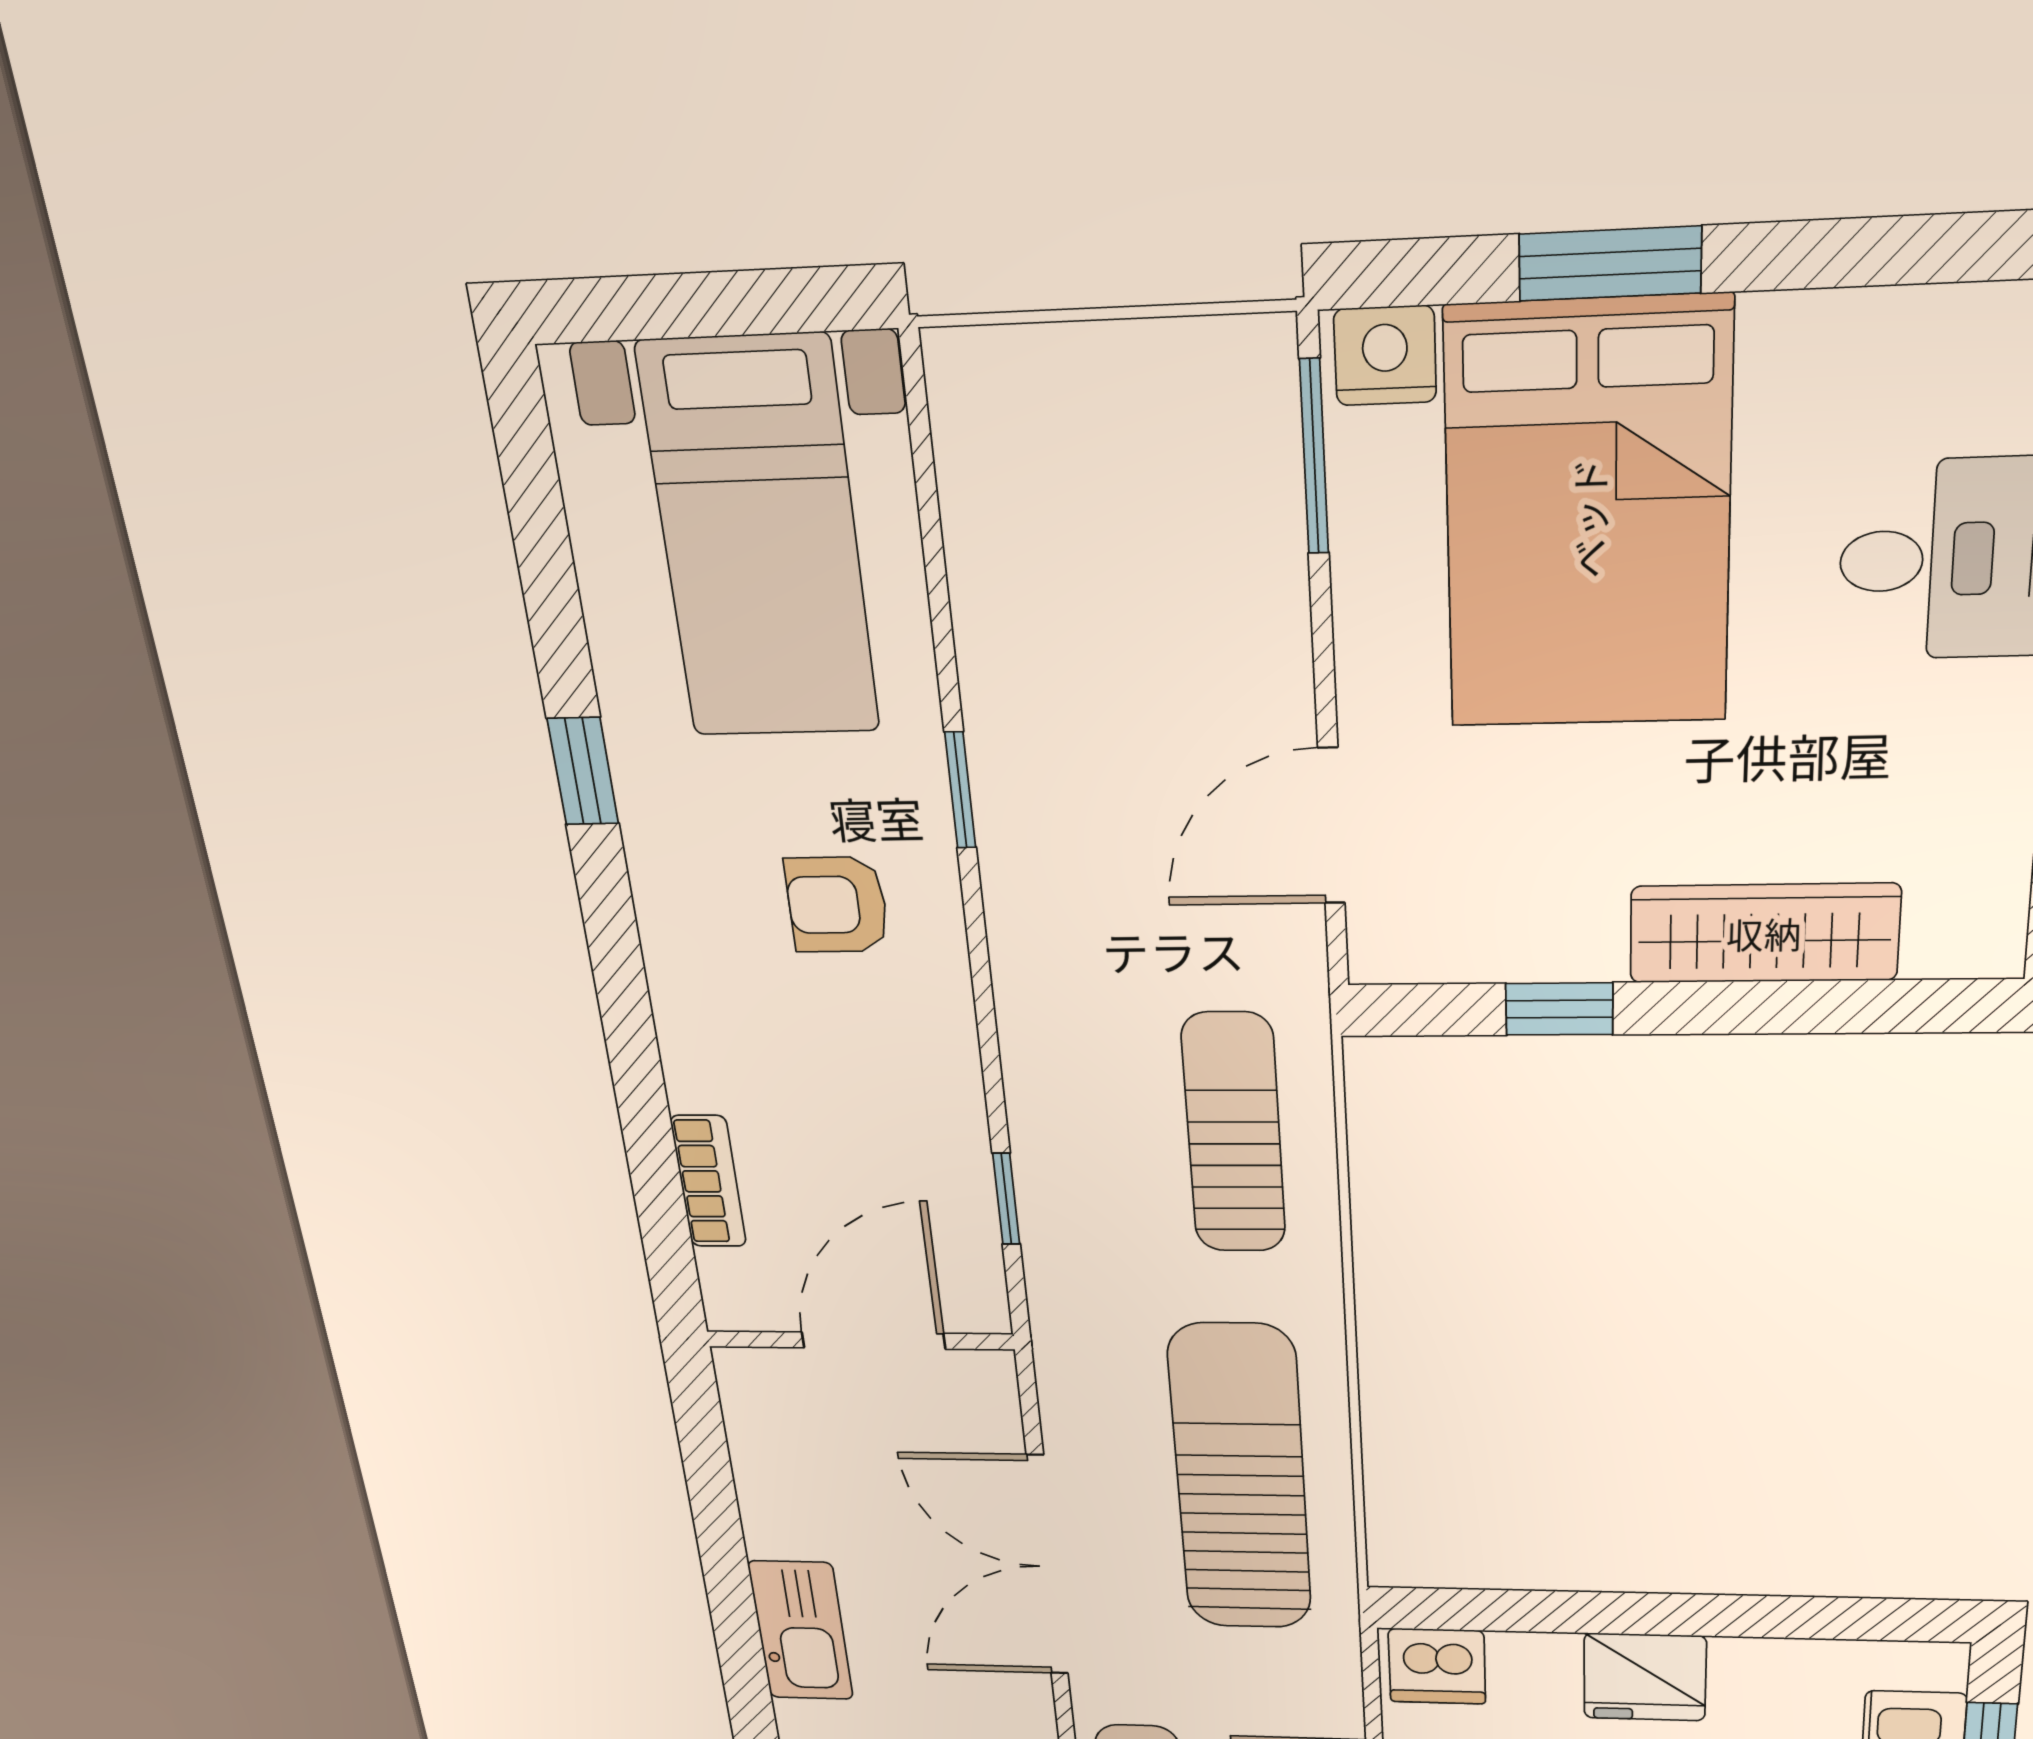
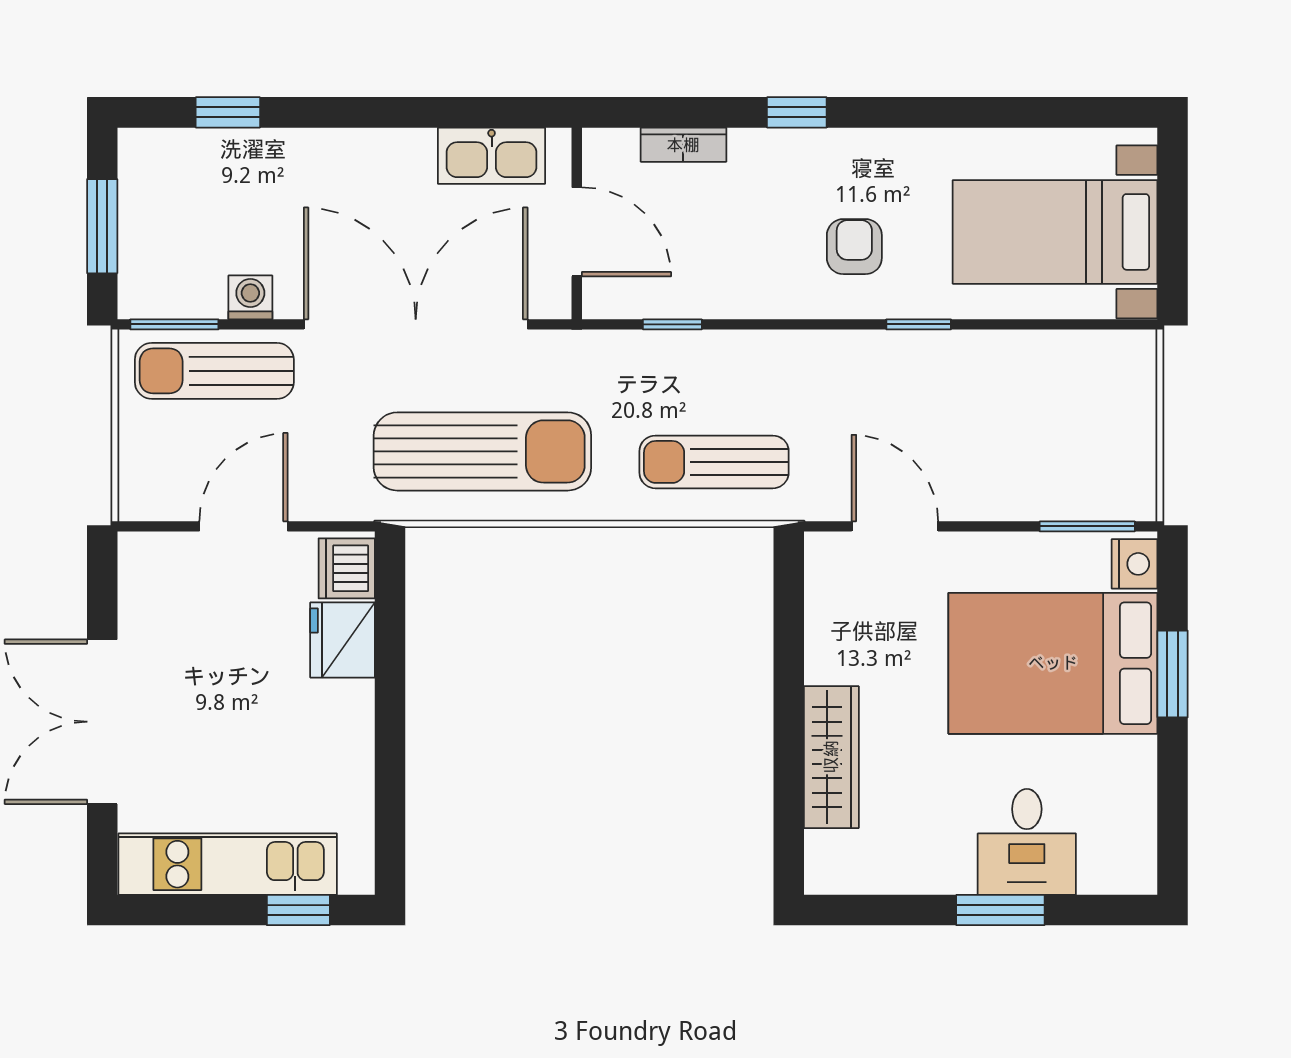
window: (583, 771) -> (797, 112), moved
window: (1559, 1009) -> (789, 648), removed
sun lounger: (1234, 1134) -> (714, 462), turned 180
double door: (1048, 1566) -> (416, 324), width x1.36
kitchen sink: (801, 1631) -> (492, 156), moved
fridge: (1645, 1677) -> (343, 640), moved

